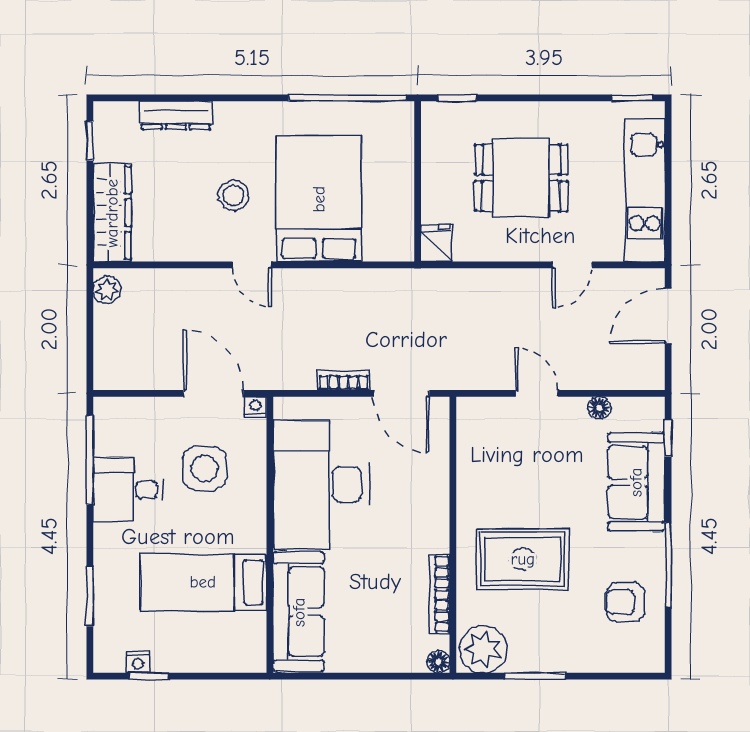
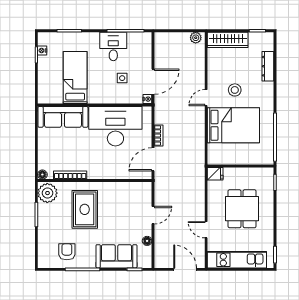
side table: (205, 468) -> (122, 78), width x0.54, depth x0.54

